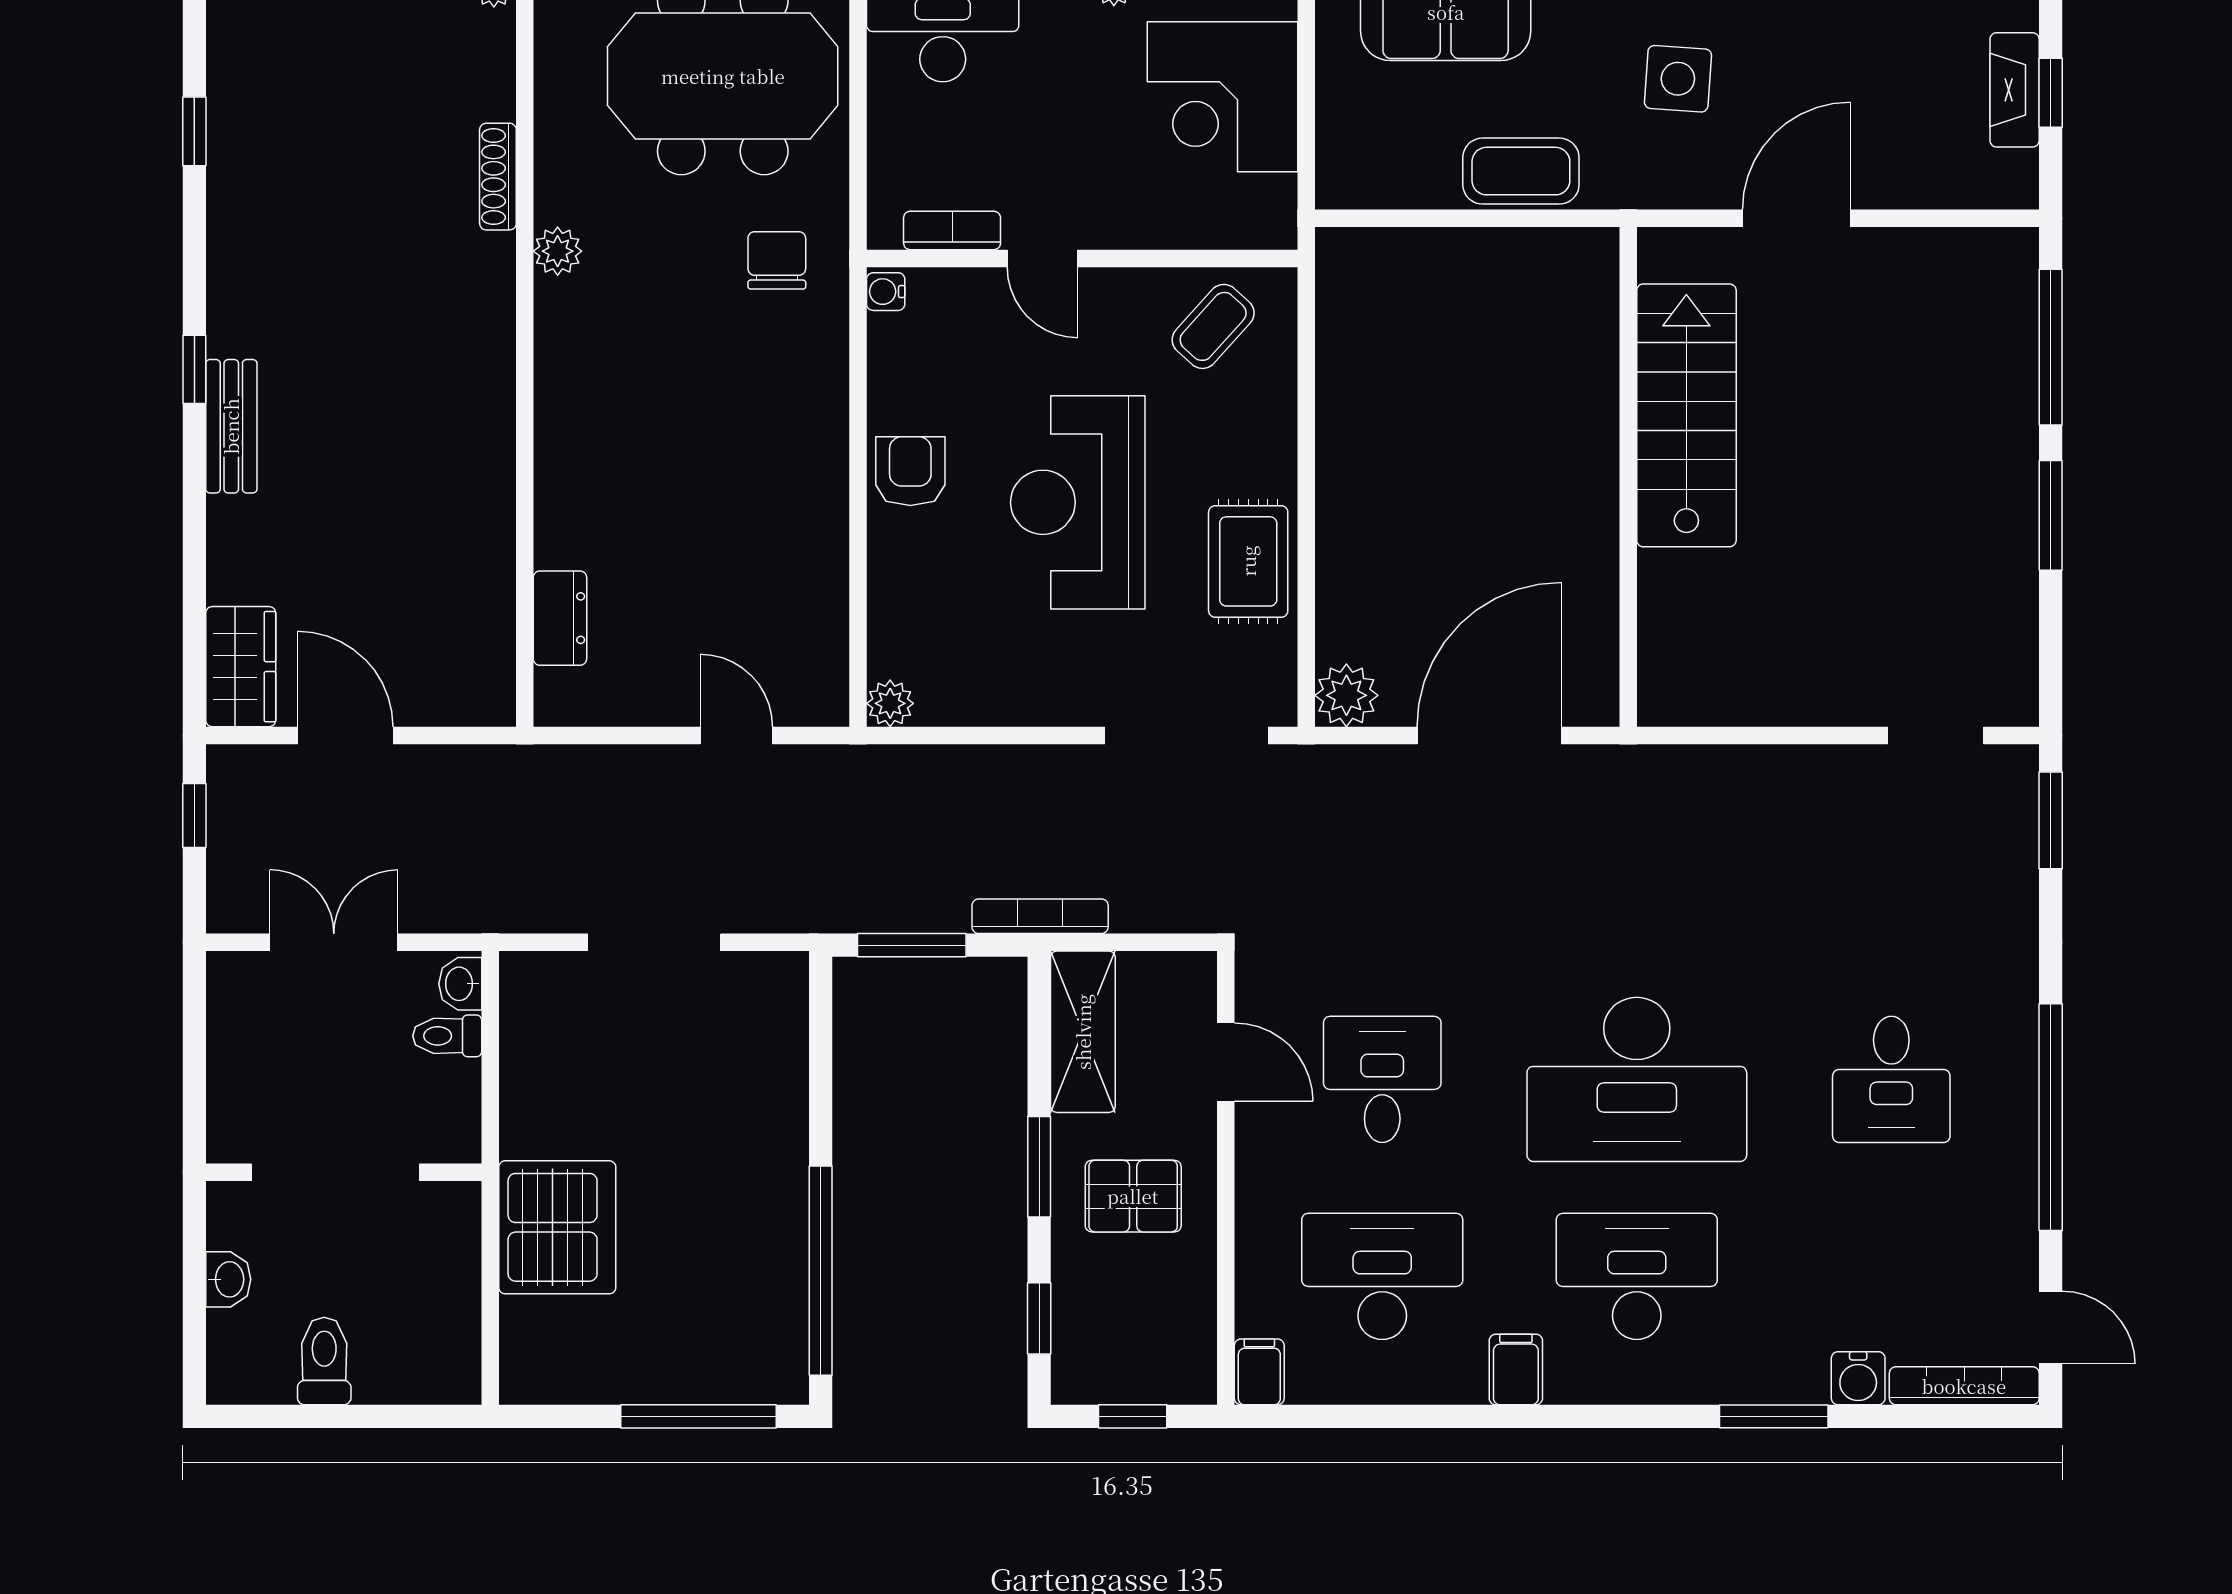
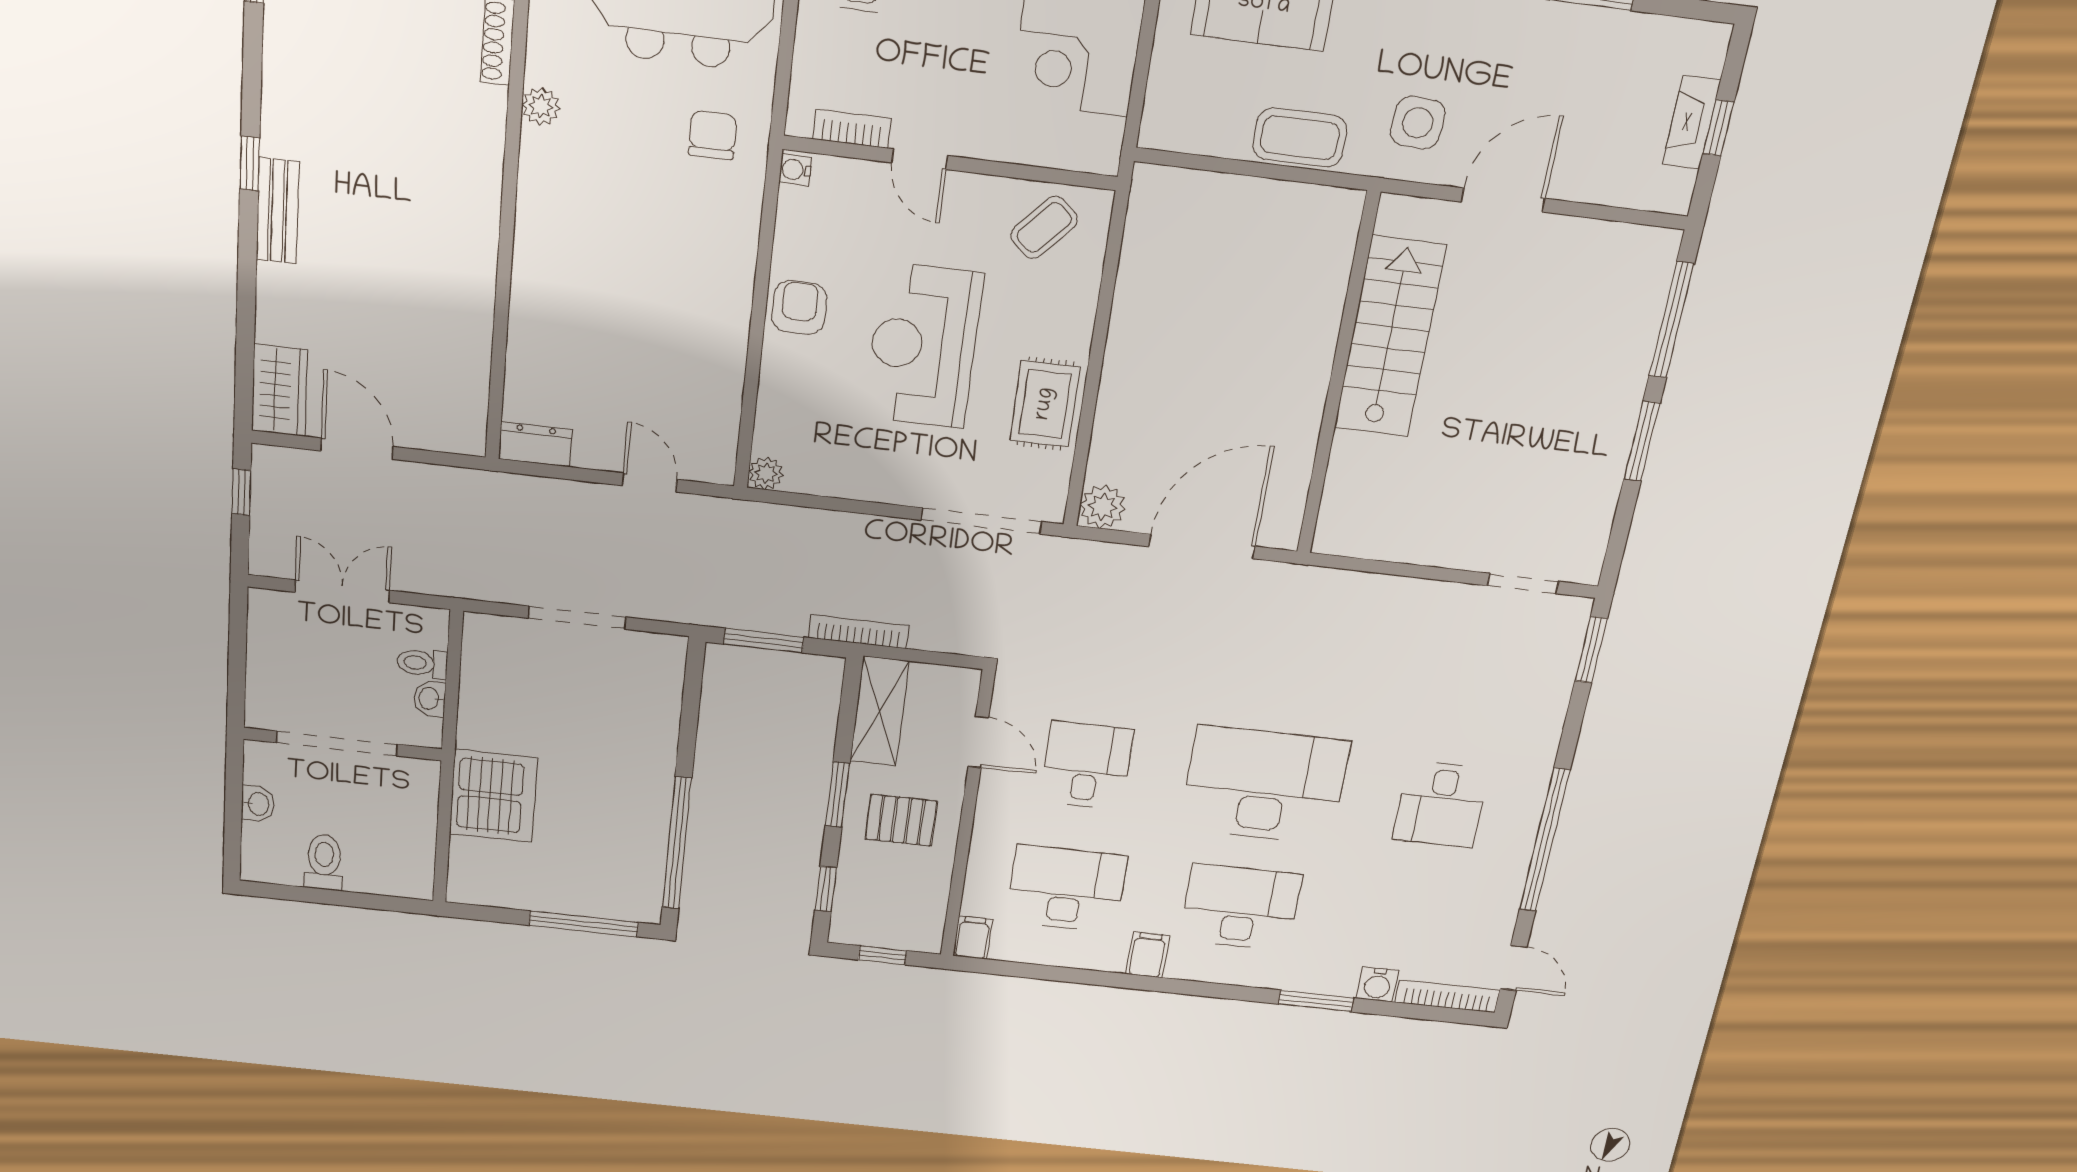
side table: (1678, 79) -> (1418, 123), moved
dresser: (560, 618) -> (535, 444), moved, turned -90
washbasin: (460, 984) -> (430, 699), moved
desk: (1637, 1079) -> (1264, 785), turned 180

